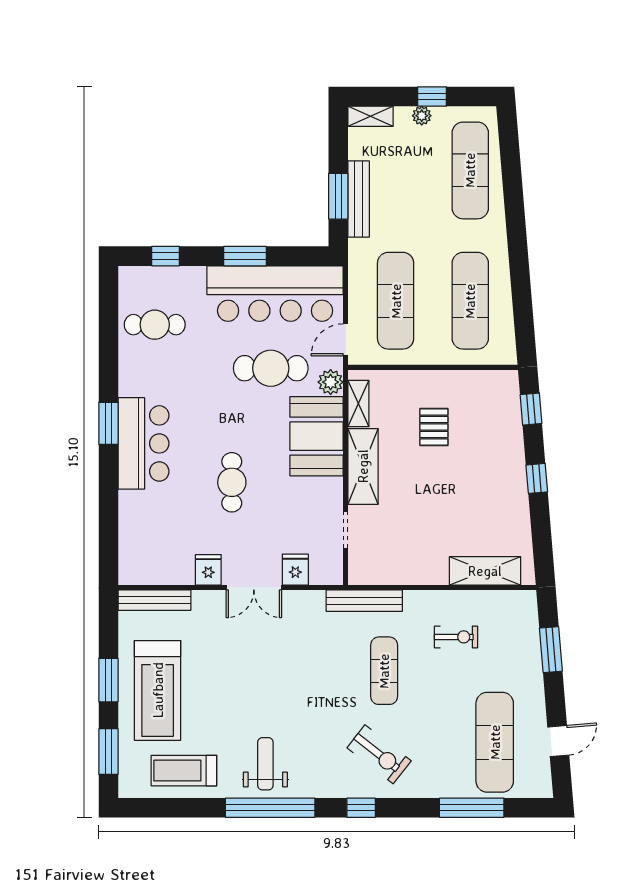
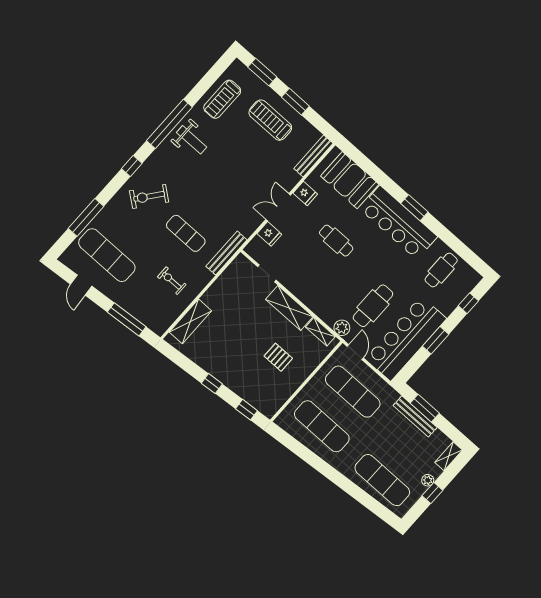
booth: (317, 436) -> (350, 180), moved
bar counter: (144, 443) -> (398, 223), width x1.36
exercise bike: (456, 637) -> (172, 281), turned 90
window: (551, 650) -> (127, 319), width x1.44
treadmill: (158, 690) -> (270, 120), width x0.73, depth x0.73
treadmill: (184, 771) -> (222, 99), turned 180

